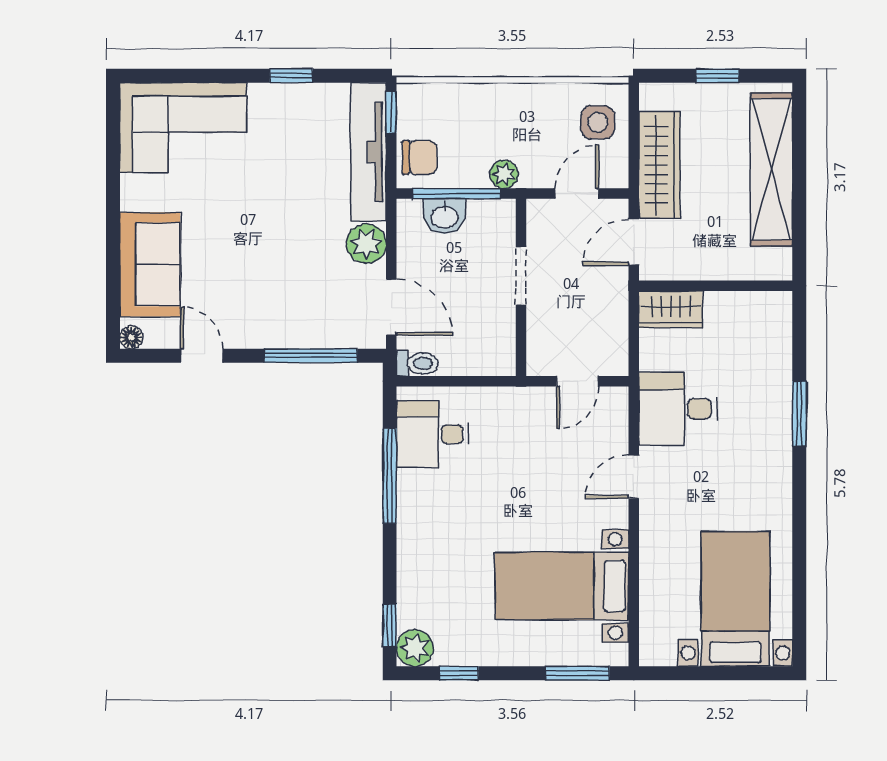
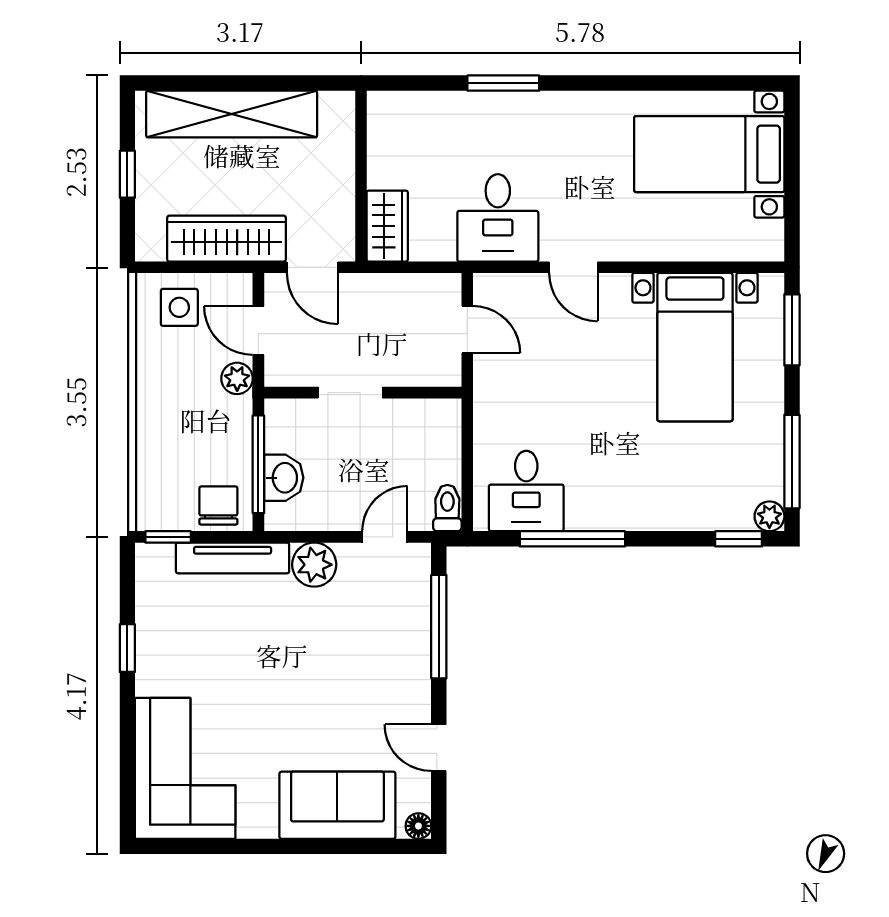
tv unit: (368, 152) -> (233, 558), width x0.73, depth x0.78
plant: (504, 174) -> (237, 378), moved
door: (391, 307) -> (385, 537), width x0.73
door: (202, 356) -> (439, 748), hinge flipped
plant: (415, 648) -> (769, 516), width x0.73, depth x0.73
window: (459, 673) -> (792, 462), width x2.17

